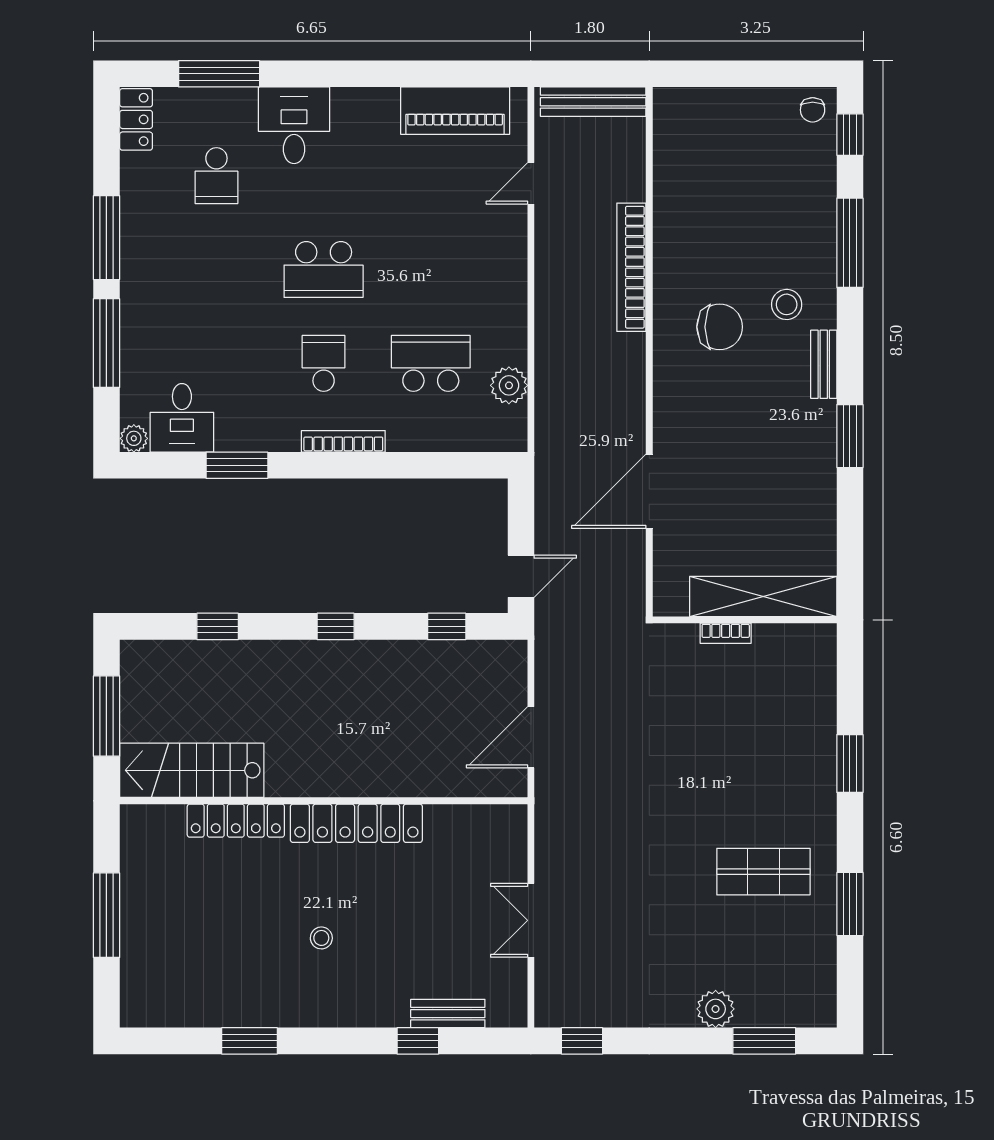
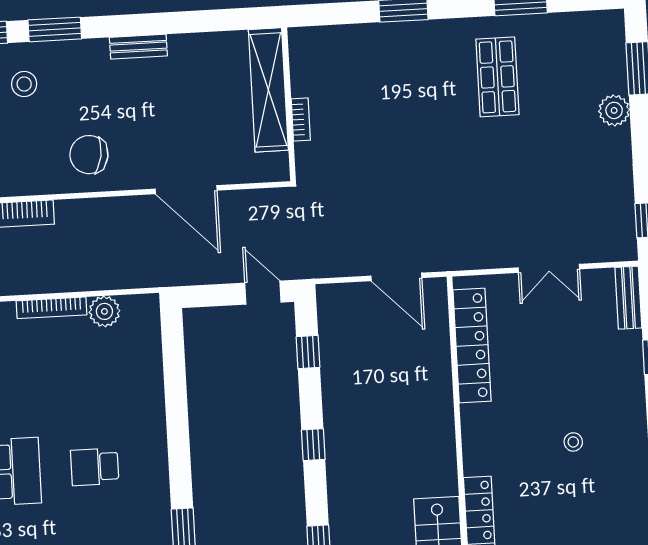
chair: (720, 327) -> (89, 155), moved, turned -81
school desk: (431, 363) -> (90, 378), removed
bench: (824, 364) -> (138, 47), moved
window: (850, 436) -> (55, 29), moved
bookcase: (343, 441) -> (52, 308), moved, turned -90
locker: (356, 823) -> (472, 346), moved
bench: (448, 1014) -> (628, 298), moved

